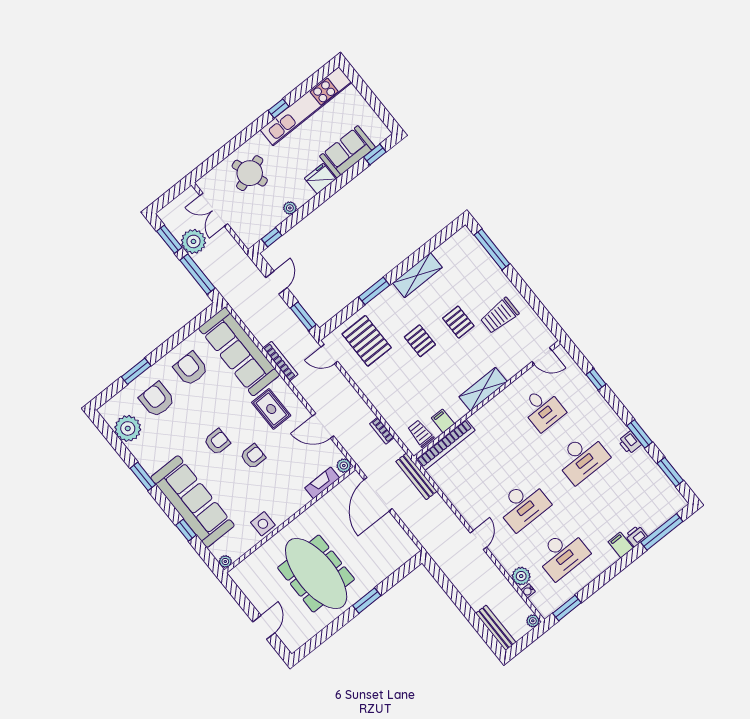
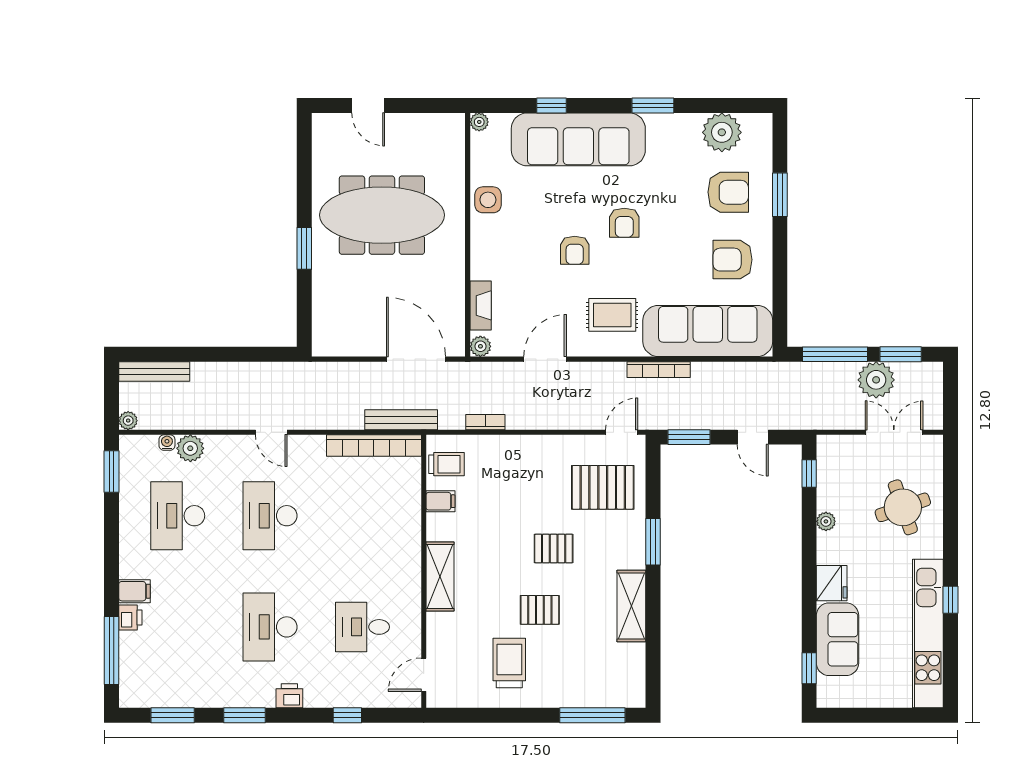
armchair: (191, 369) -> (733, 260), turned 180
printer: (630, 443) -> (289, 696), moved
bookcase: (446, 445) -> (374, 445), moved, turned -90

